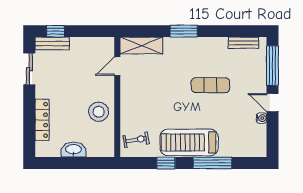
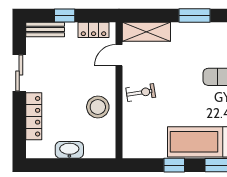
window: (55, 31) -> (65, 15), moved
locker: (95, 44) -> (94, 30), added
sliding door: (29, 69) -> (19, 73), moved
exercise bike: (136, 140) -> (141, 93), moved

